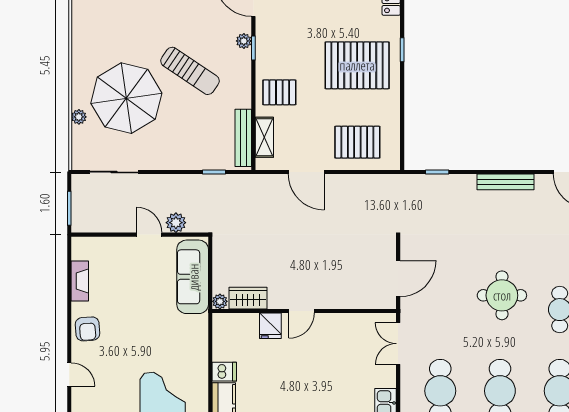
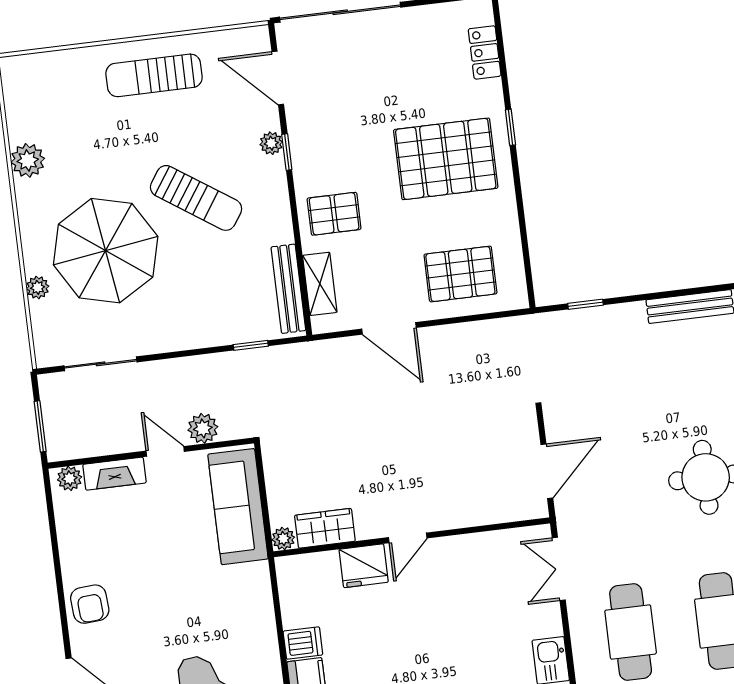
plant: (83, 33) -> (28, 160), added
plant: (84, 245) -> (70, 478), added
fireplace: (80, 281) -> (114, 474), moved, turned 90
fridge: (270, 326) -> (364, 566), width x1.38

